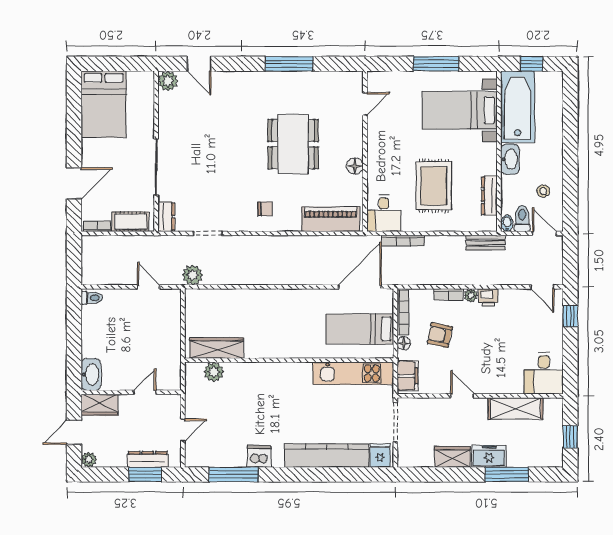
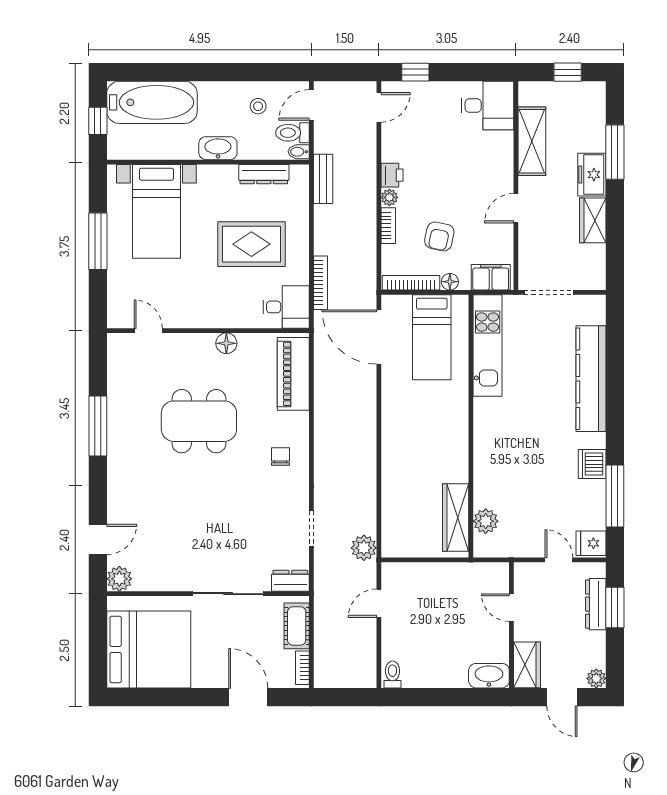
bed: (104, 104) -> (149, 649), width x1.36
bathtub: (518, 107) -> (152, 102), moved, turned 180
fridge: (380, 456) -> (591, 543), moved

